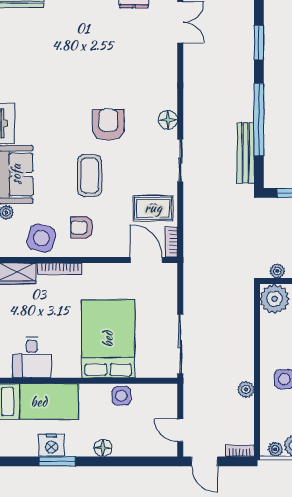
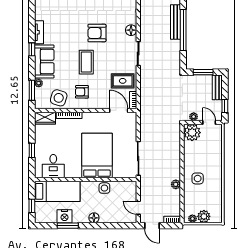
armchair: (108, 125) -> (97, 33), turned -90
bench: (246, 153) -> (176, 22), moved

